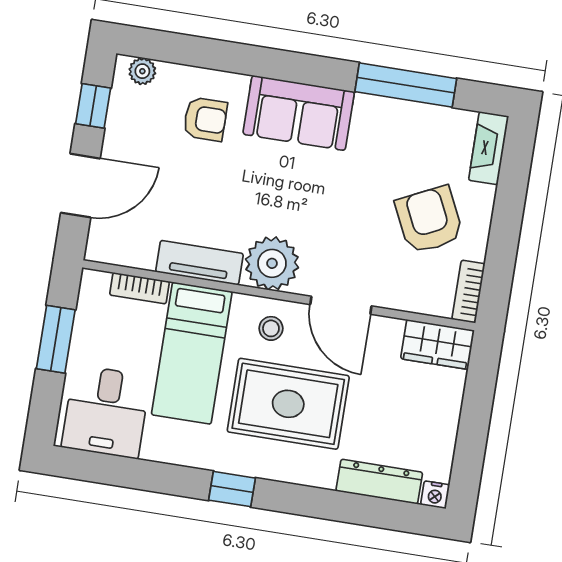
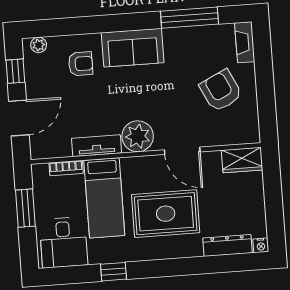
bookcase: (468, 292) -> (253, 126), removed
stool: (271, 328) -> (146, 173), removed
window: (232, 489) -> (113, 272), moved

